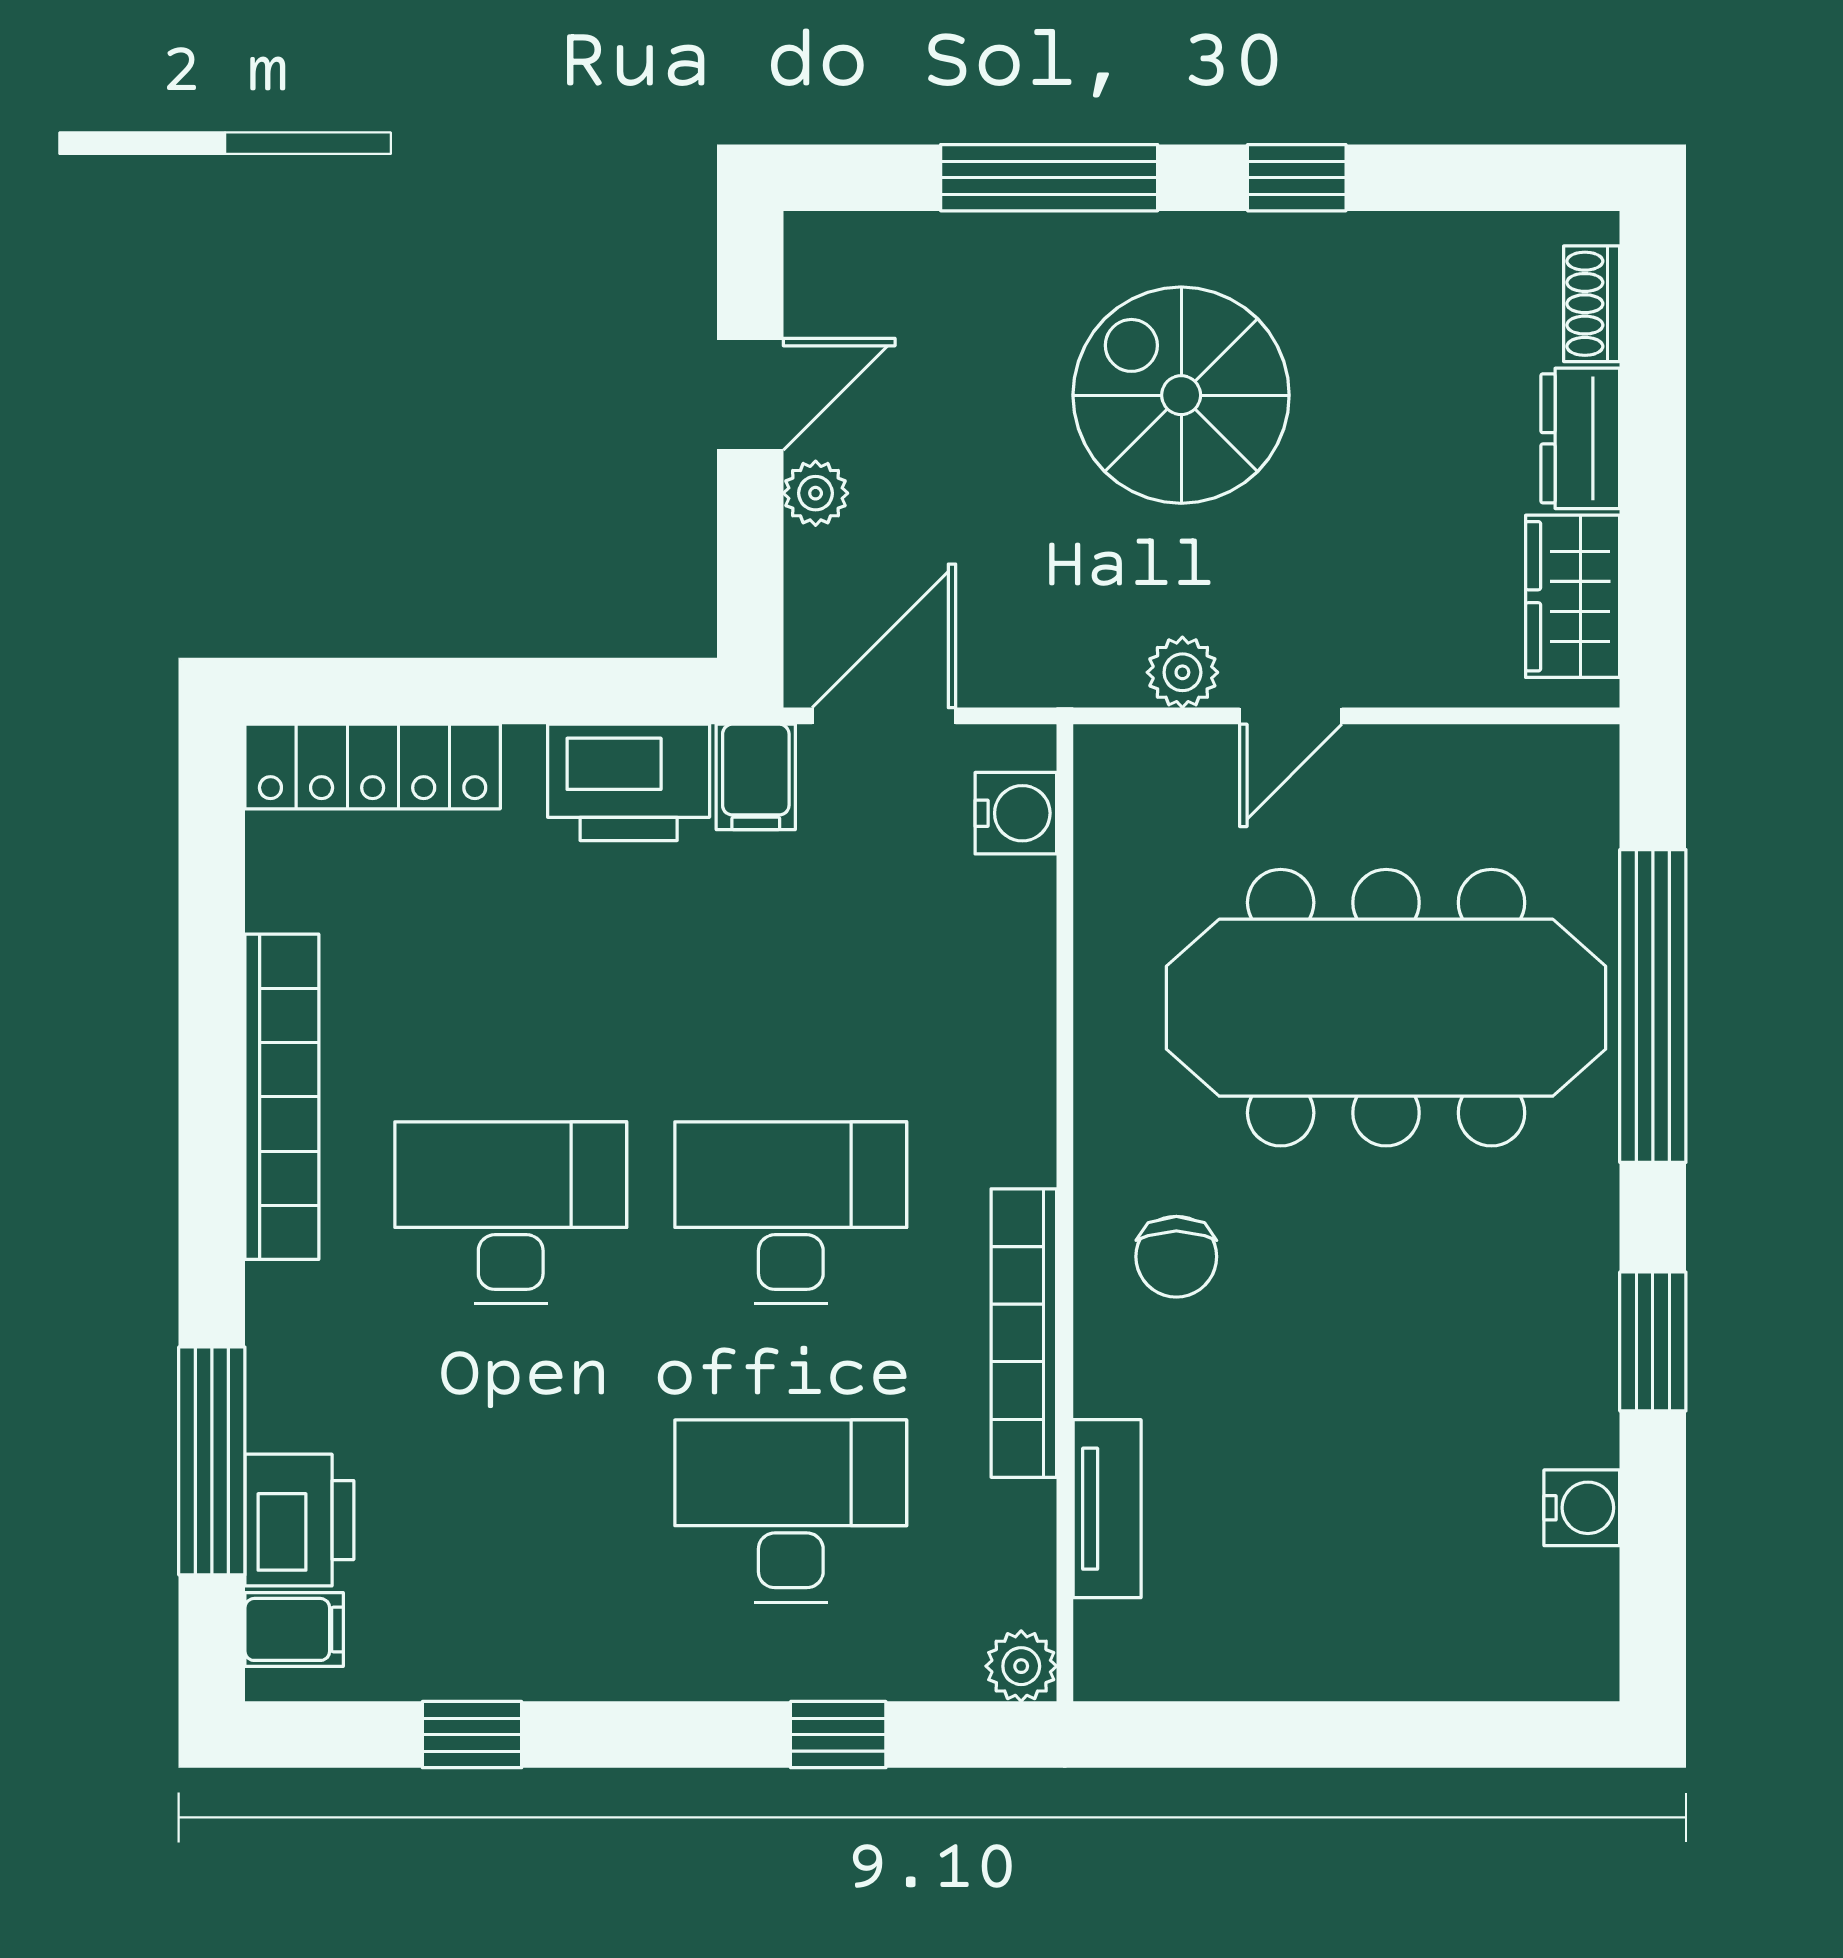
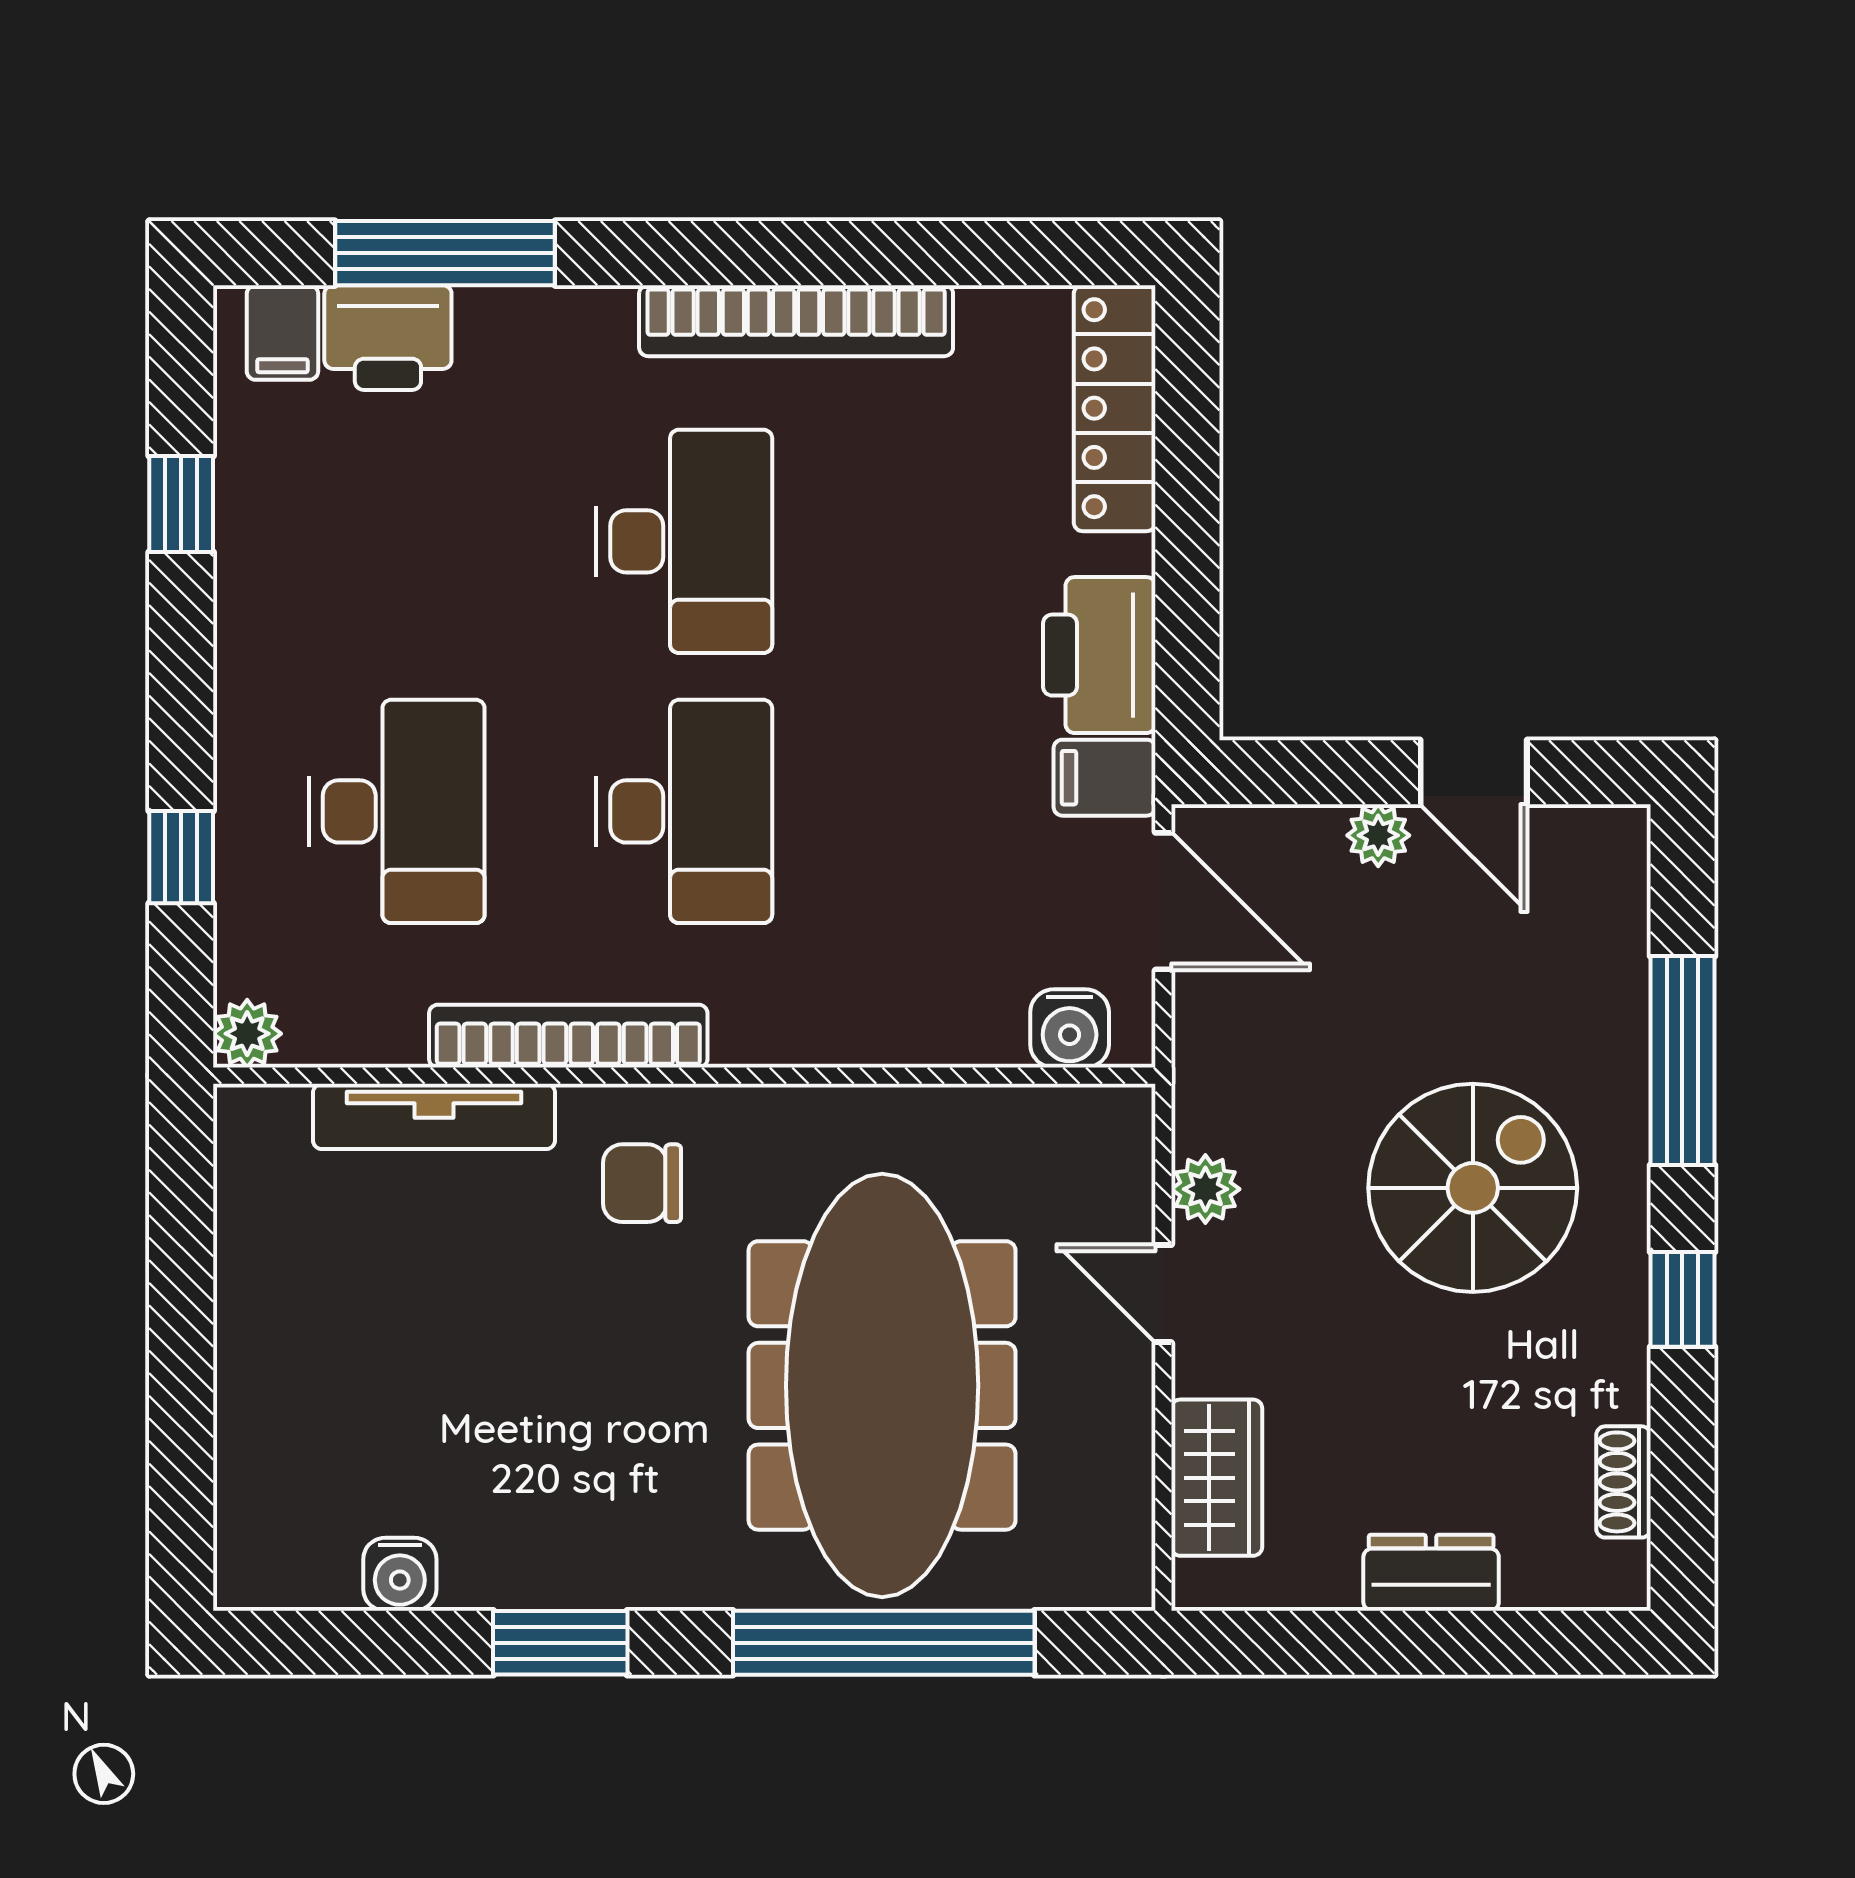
shoe rack: (1592, 304) -> (1623, 1482), moved, turned -90
wardrobe: (1573, 596) -> (1217, 1478), moved, turned 90
tv unit: (1107, 1509) -> (434, 1116), width x1.41

